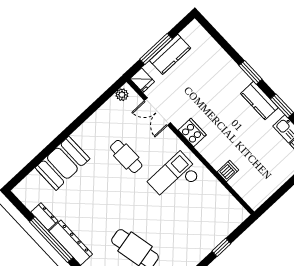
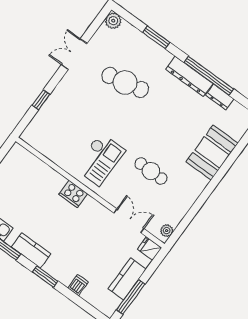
window: (156, 49) -> (131, 297), moved
cooker: (192, 132) -> (73, 194), moved
dishwasher: (228, 171) -> (78, 285), moved, turned 180

